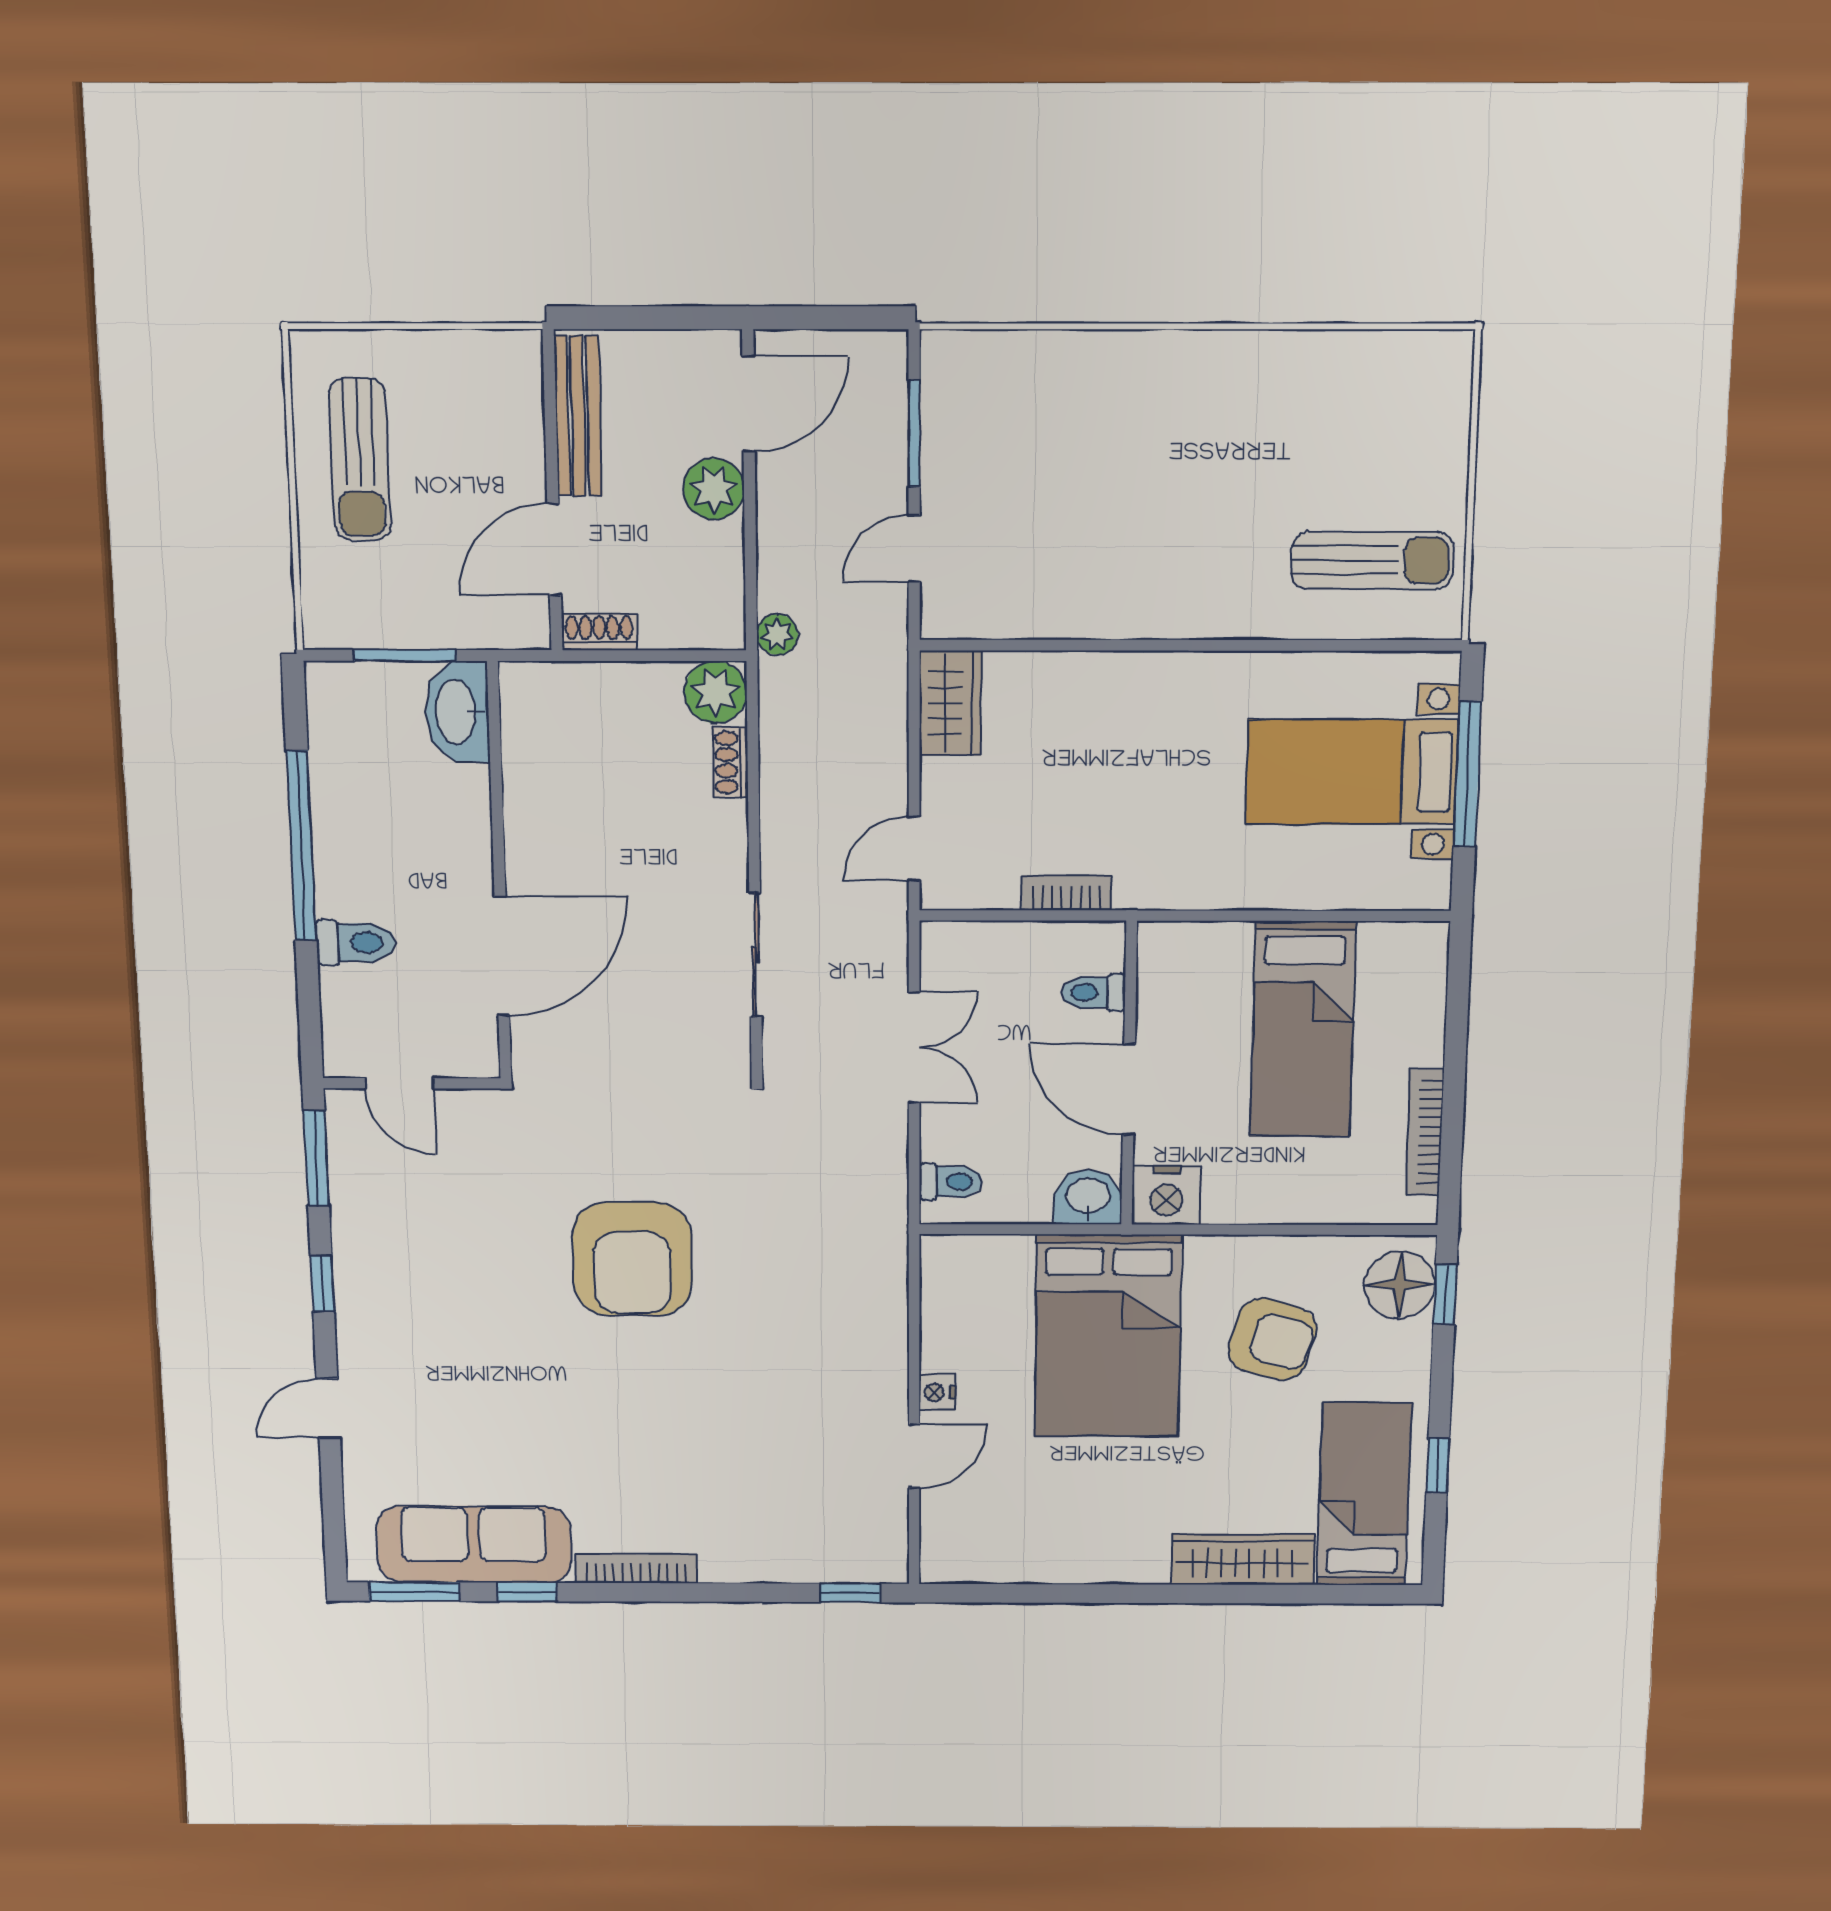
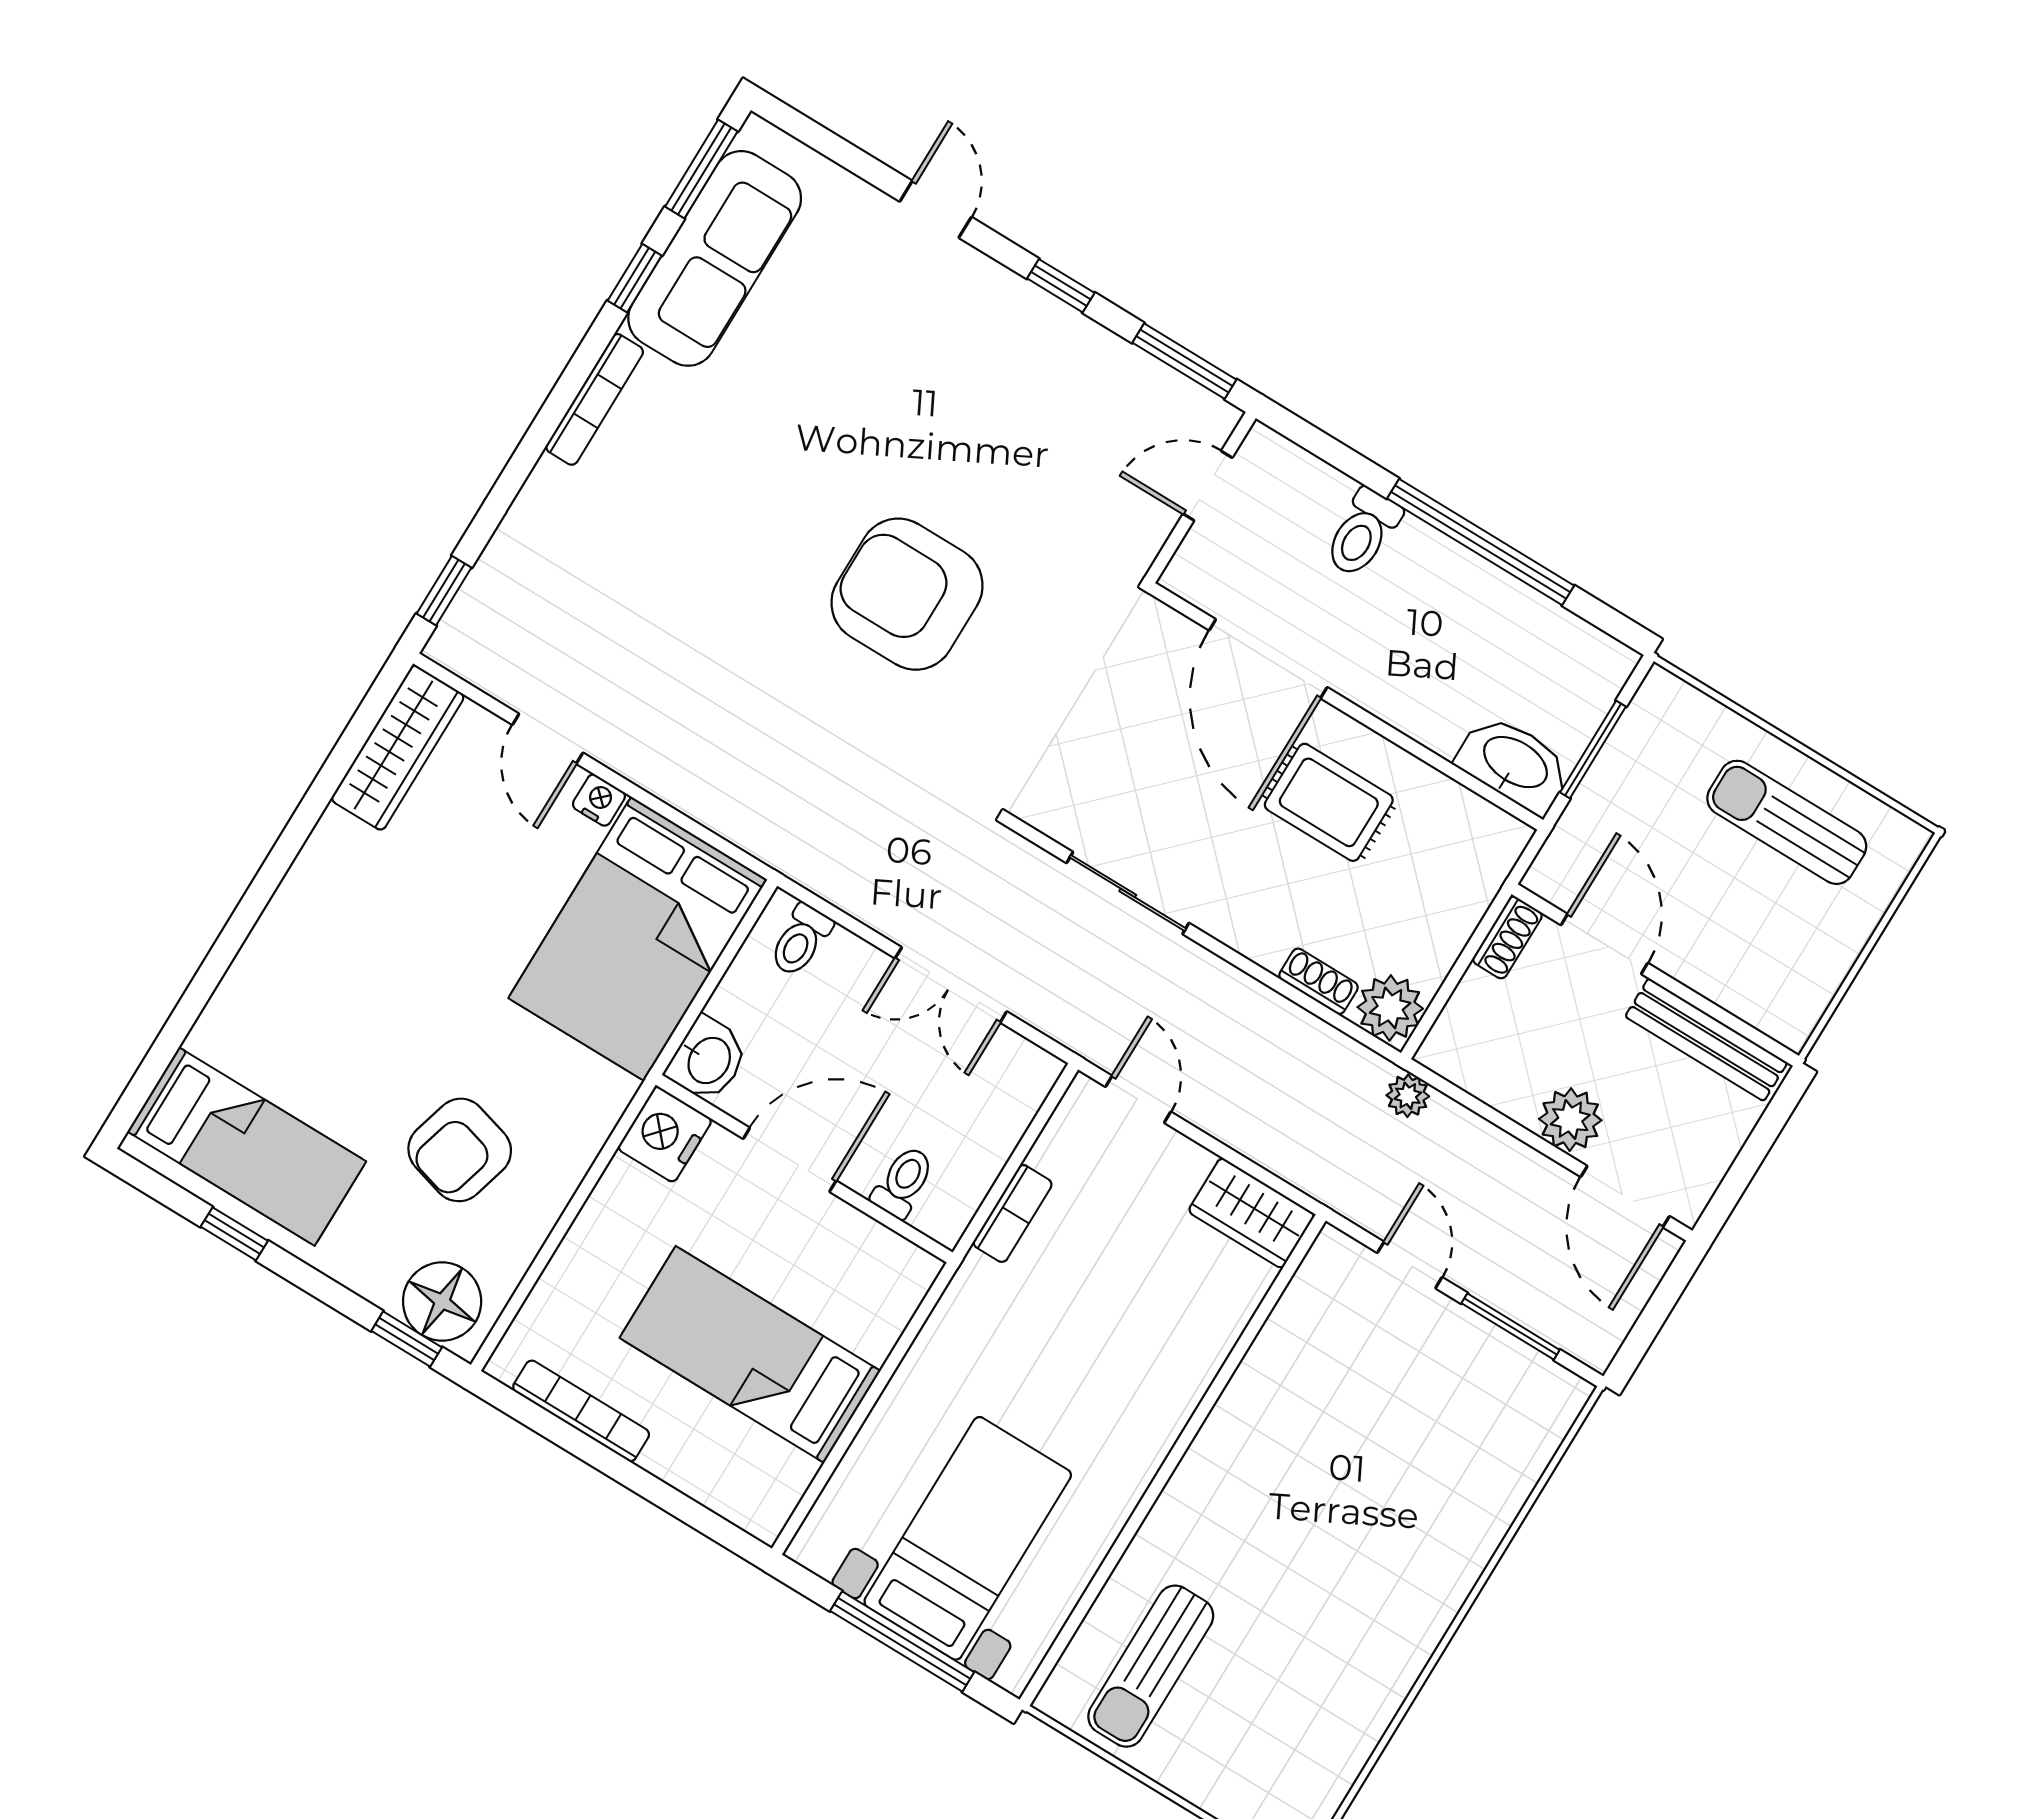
rug: (583, 841) -> (1329, 802), added
bed: (1108, 1336) -> (638, 939), moved, turned -90
wardrobe: (1243, 1559) -> (398, 748), moved

